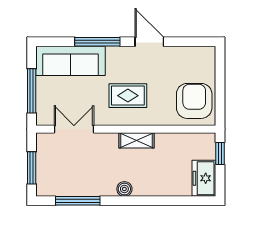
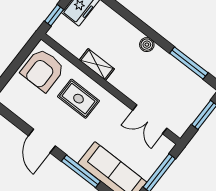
rug: (128, 96) -> (78, 99), moved
shelving: (136, 140) -> (97, 64), moved

